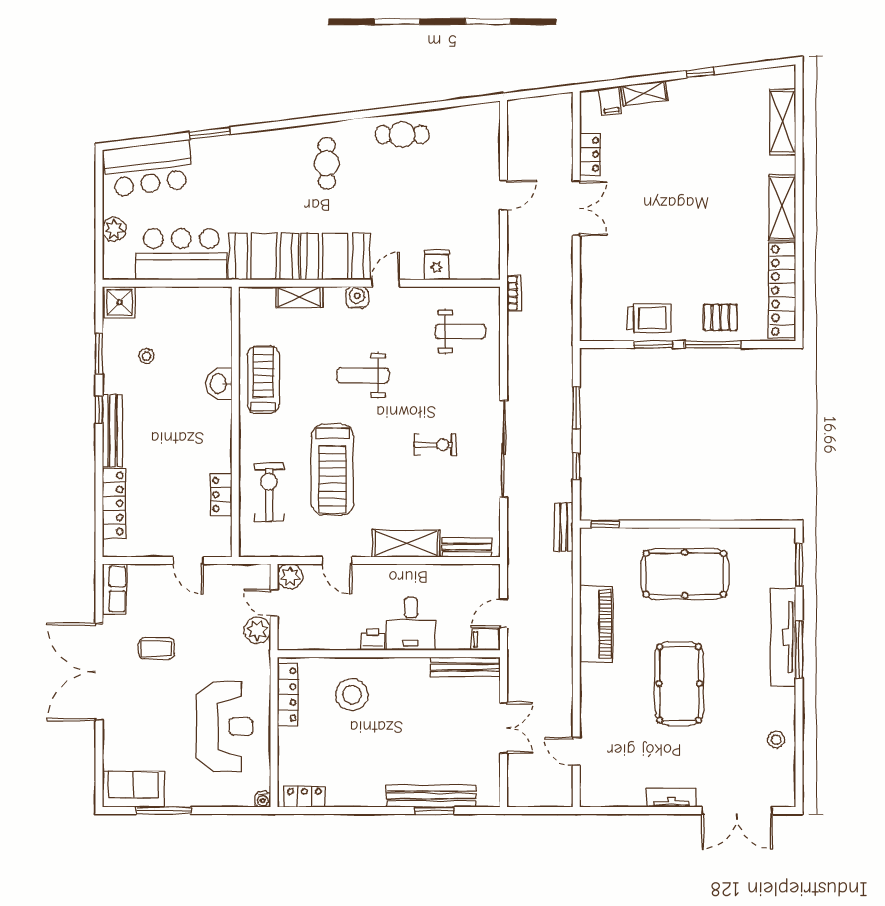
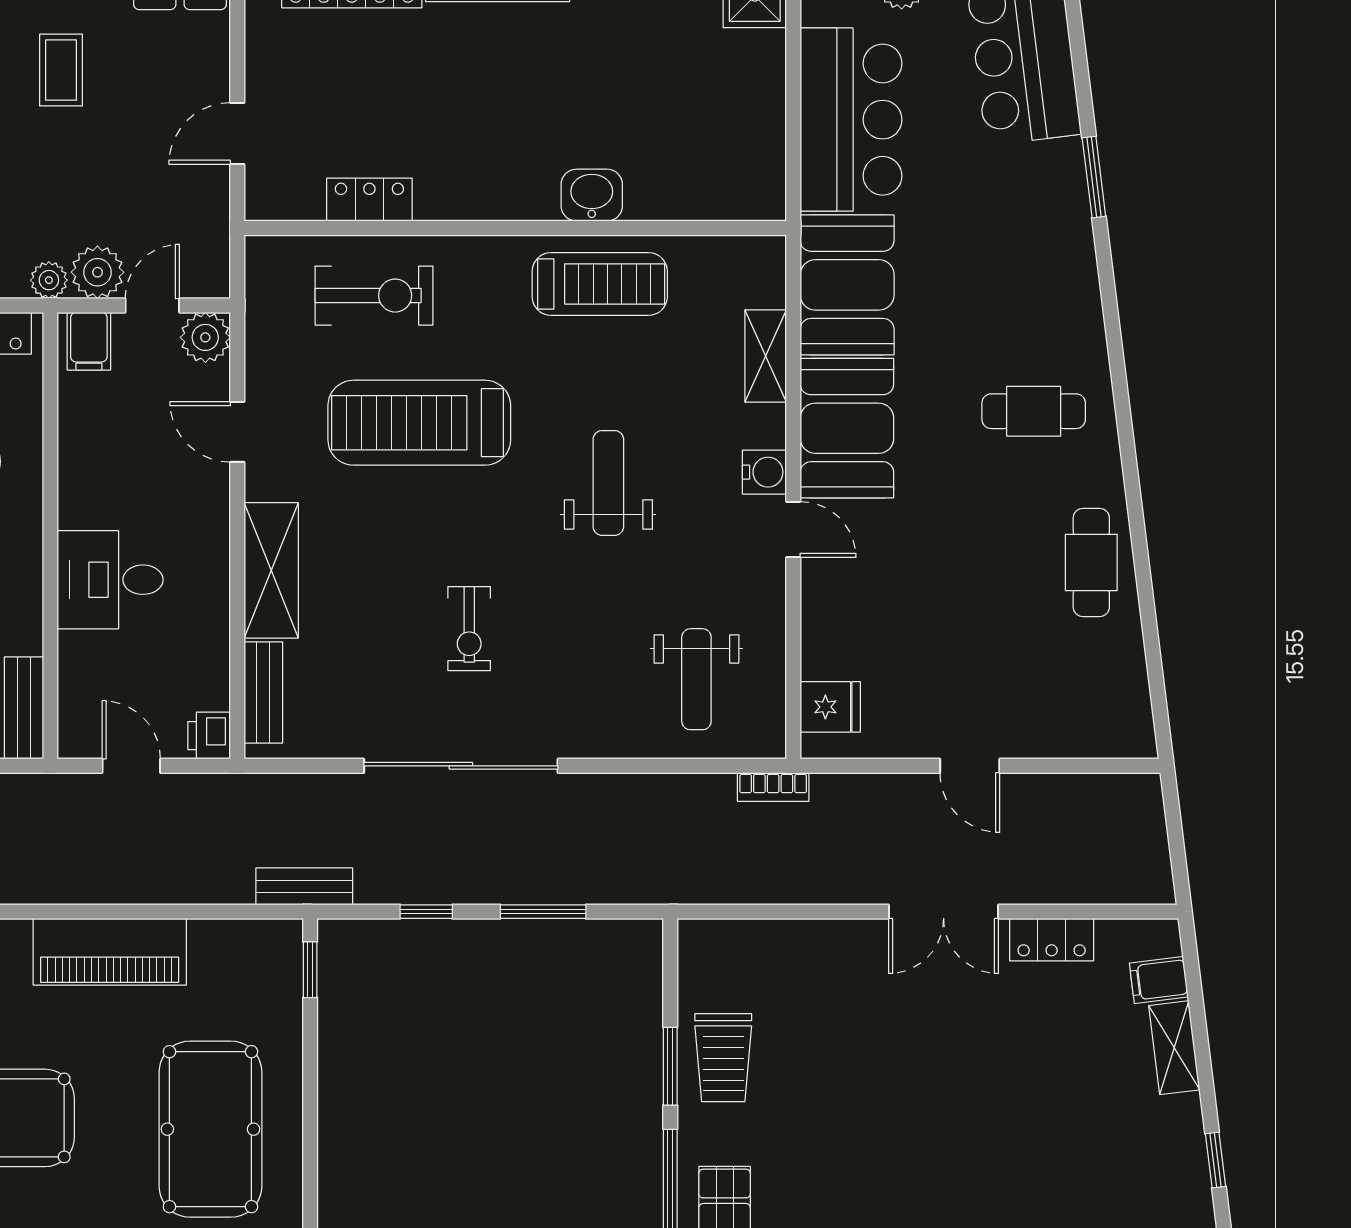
fridge: (437, 265) -> (830, 707), moved
stool: (146, 356) -> (647, 50), removed
door: (337, 560) -> (237, 432), hinge flipped
filing cabinet: (486, 639) -> (89, 341), moved, turned 180
printer: (373, 640) -> (209, 736), moved, turned 180
plant: (261, 654) -> (49, 280), added
bench: (465, 667) -> (24, 708), width x0.73

